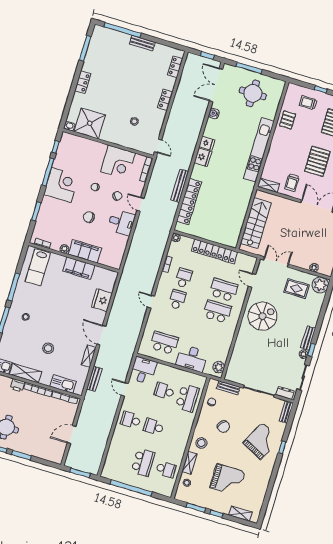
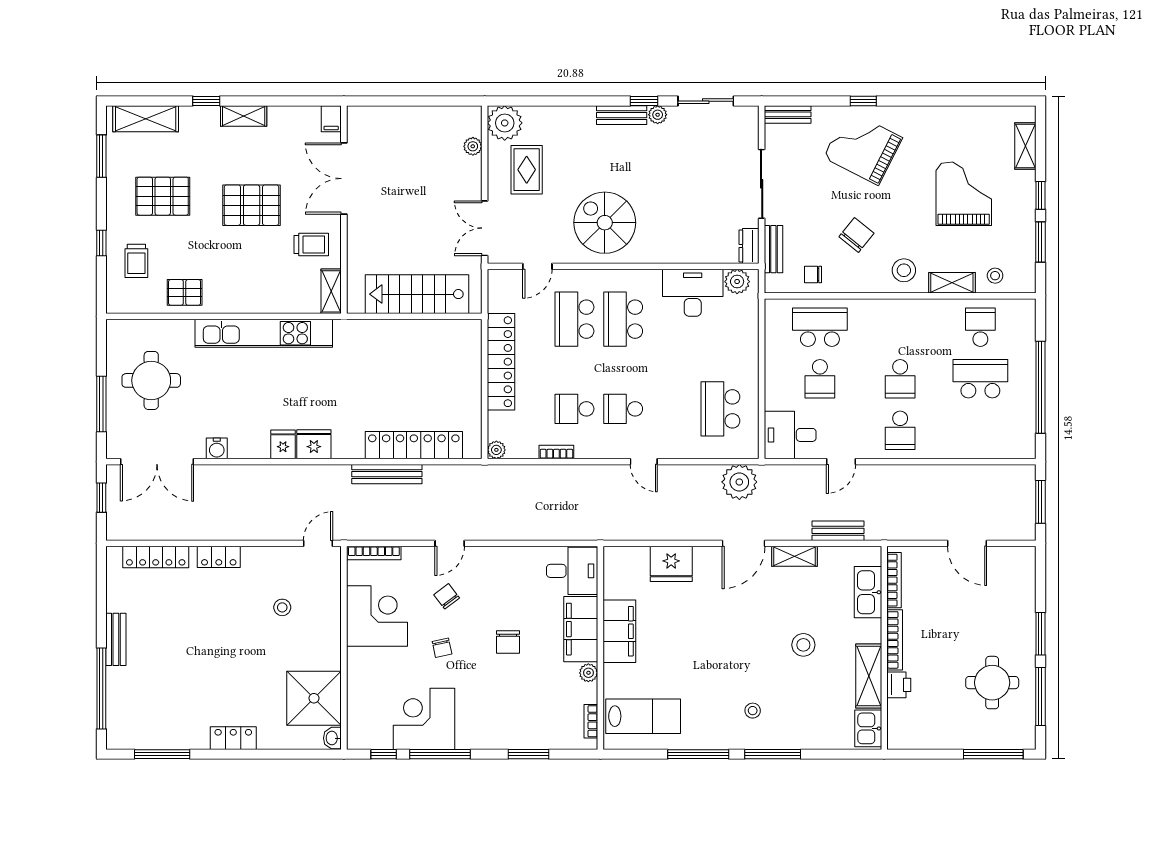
locker: (175, 67) -> (156, 557), width x1.53
corner desk: (61, 185) -> (424, 719), moved
desk: (121, 222) -> (572, 571), moved, turned 90
door: (151, 302) -> (644, 462), hinge flipped
plant: (129, 341) -> (739, 482), added
desk: (192, 358) -> (693, 293), moved, turned -90
dresser: (285, 393) -> (749, 246), moved

